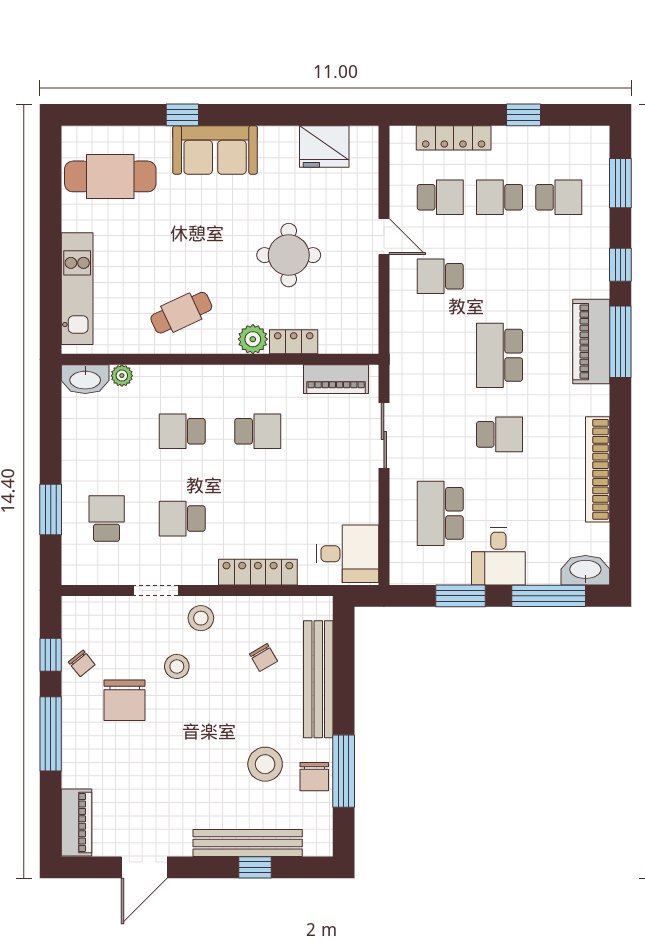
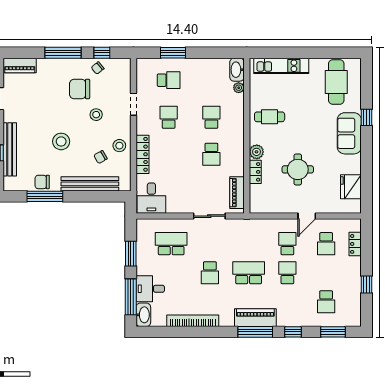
locker: (454, 138) -> (355, 244), width x0.66
school desk: (499, 197) -> (287, 273), moved
cafe table: (181, 313) -> (270, 117), turned -65
desk: (498, 556) -> (150, 289), moved
stool: (201, 618) -> (119, 146), moved
stool: (265, 764) -> (61, 141), moved

